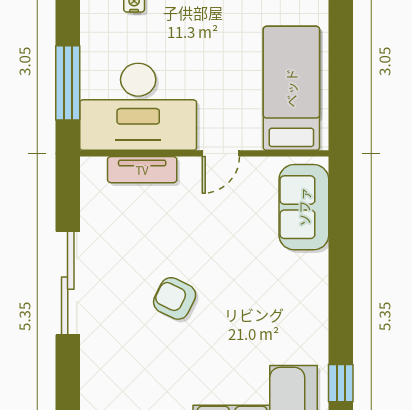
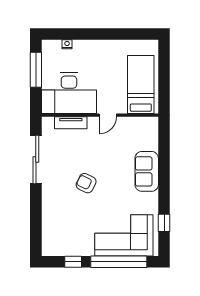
window: (68, 83) -> (36, 70), moved
sofa: (304, 207) -> (147, 171), moved
sliding door: (68, 283) -> (36, 159), moved

